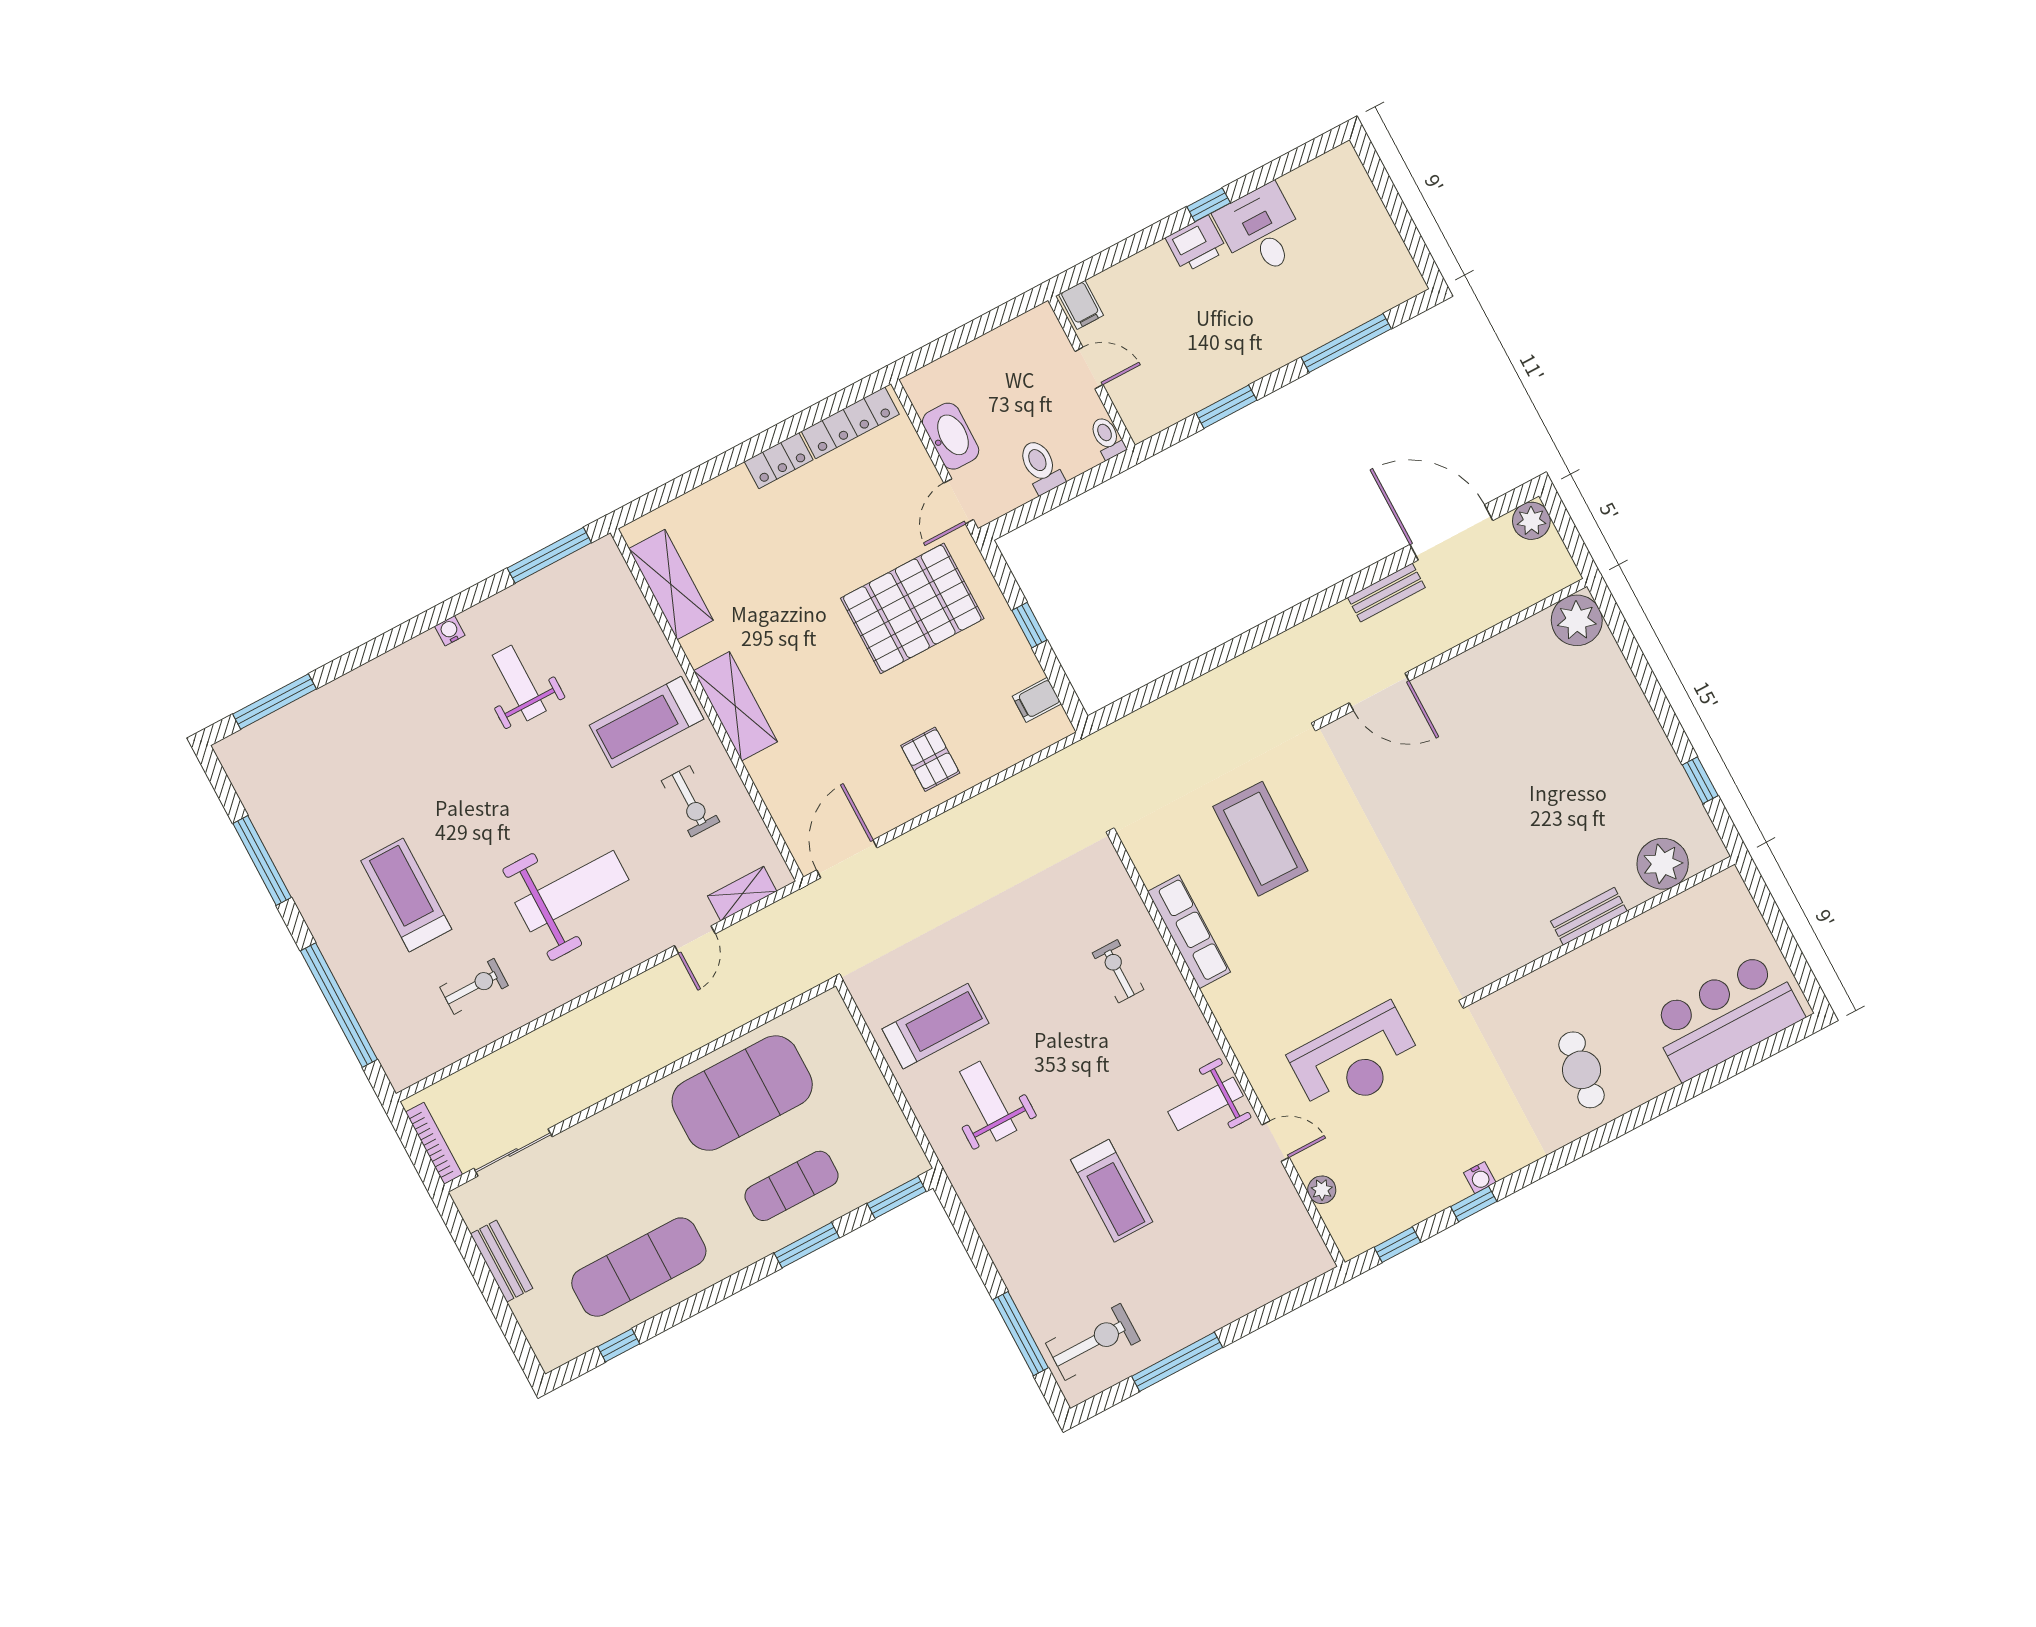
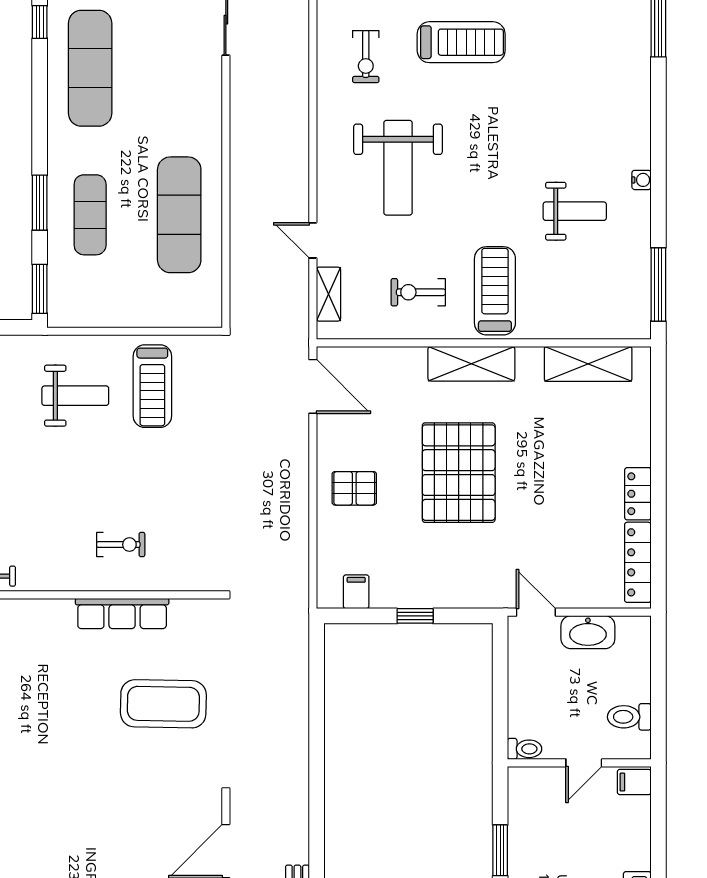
toilet: (1041, 466) -> (629, 717), moved, turned 180
pallet: (912, 608) -> (459, 473), moved
exercise mat: (742, 1093) -> (179, 215), width x0.68

